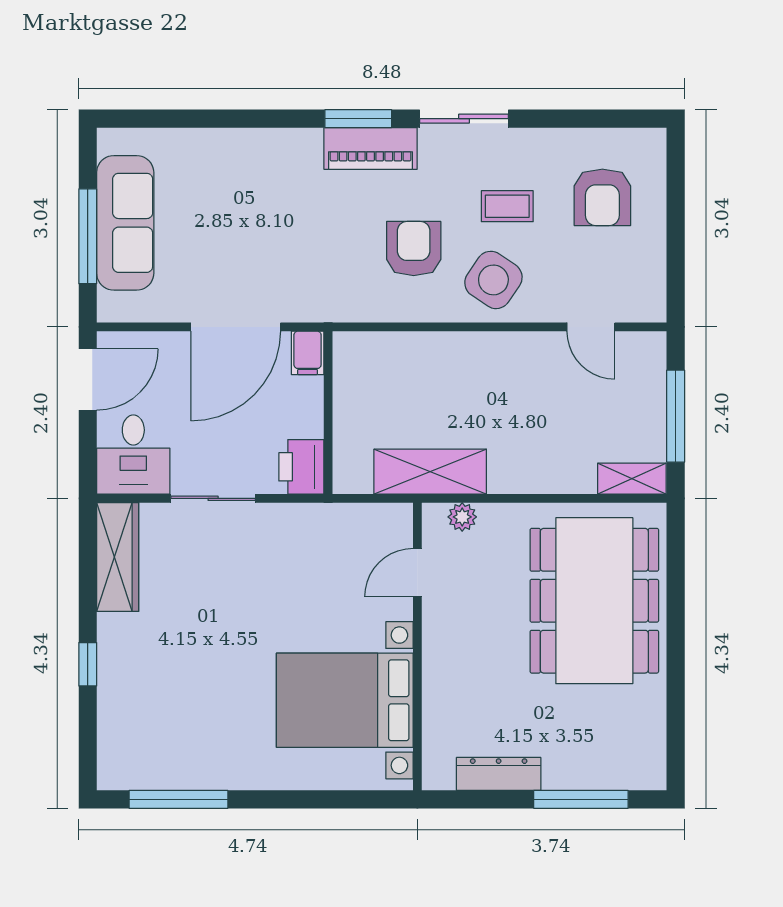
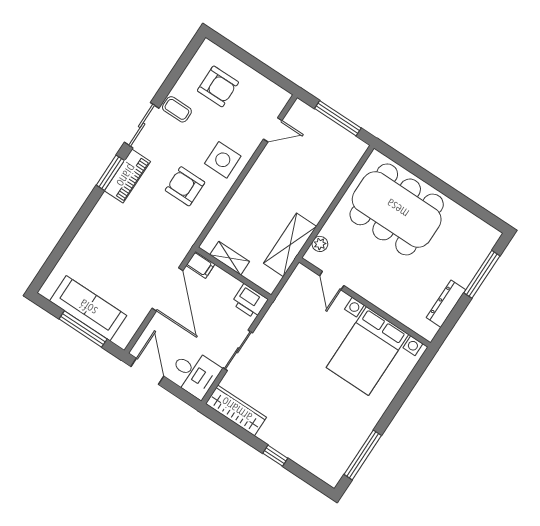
coffee table: (507, 206) -> (177, 109), moved, turned 90
side table: (493, 280) -> (223, 160), turned -34
shelving: (632, 479) -> (230, 258), moved, turned 90

